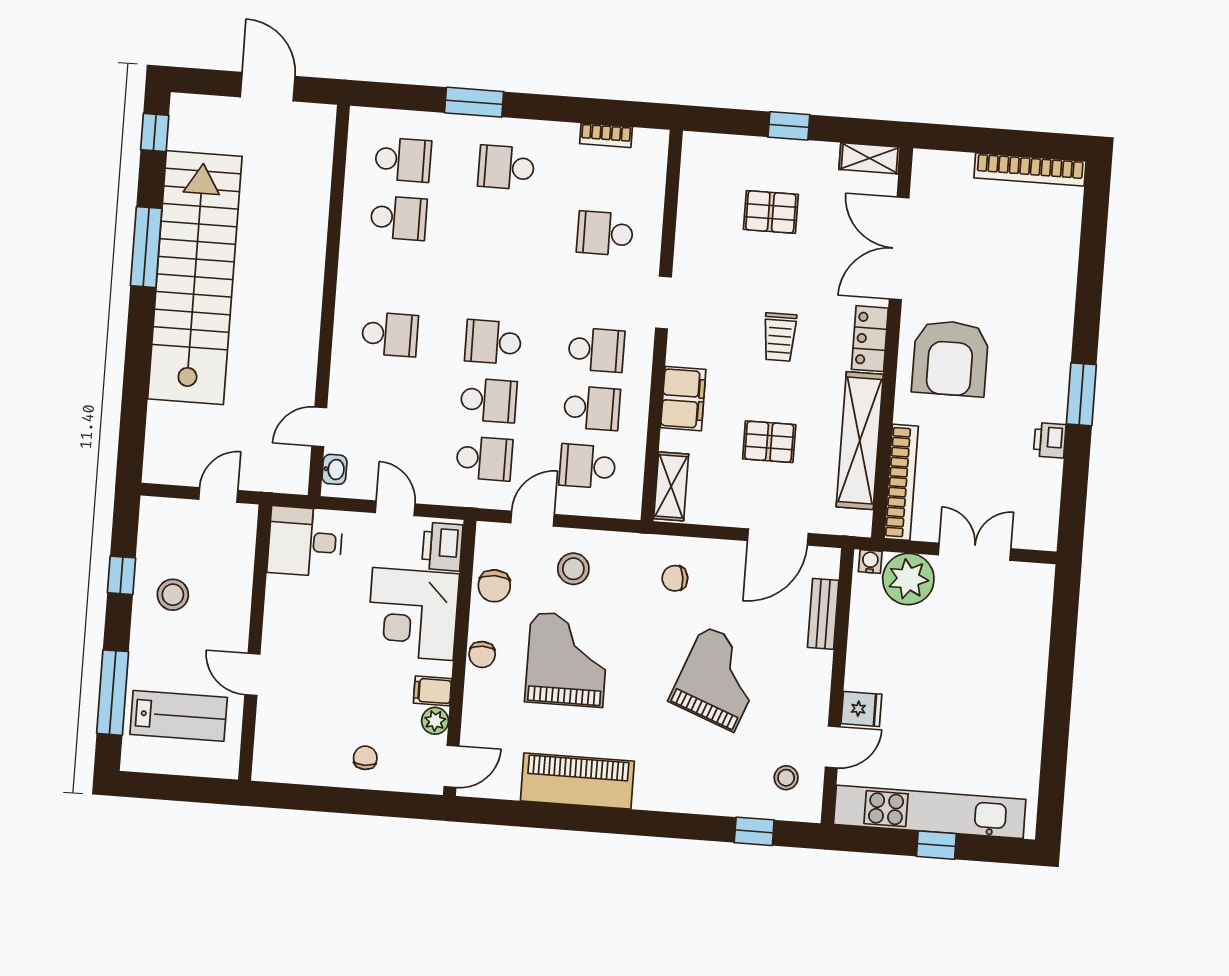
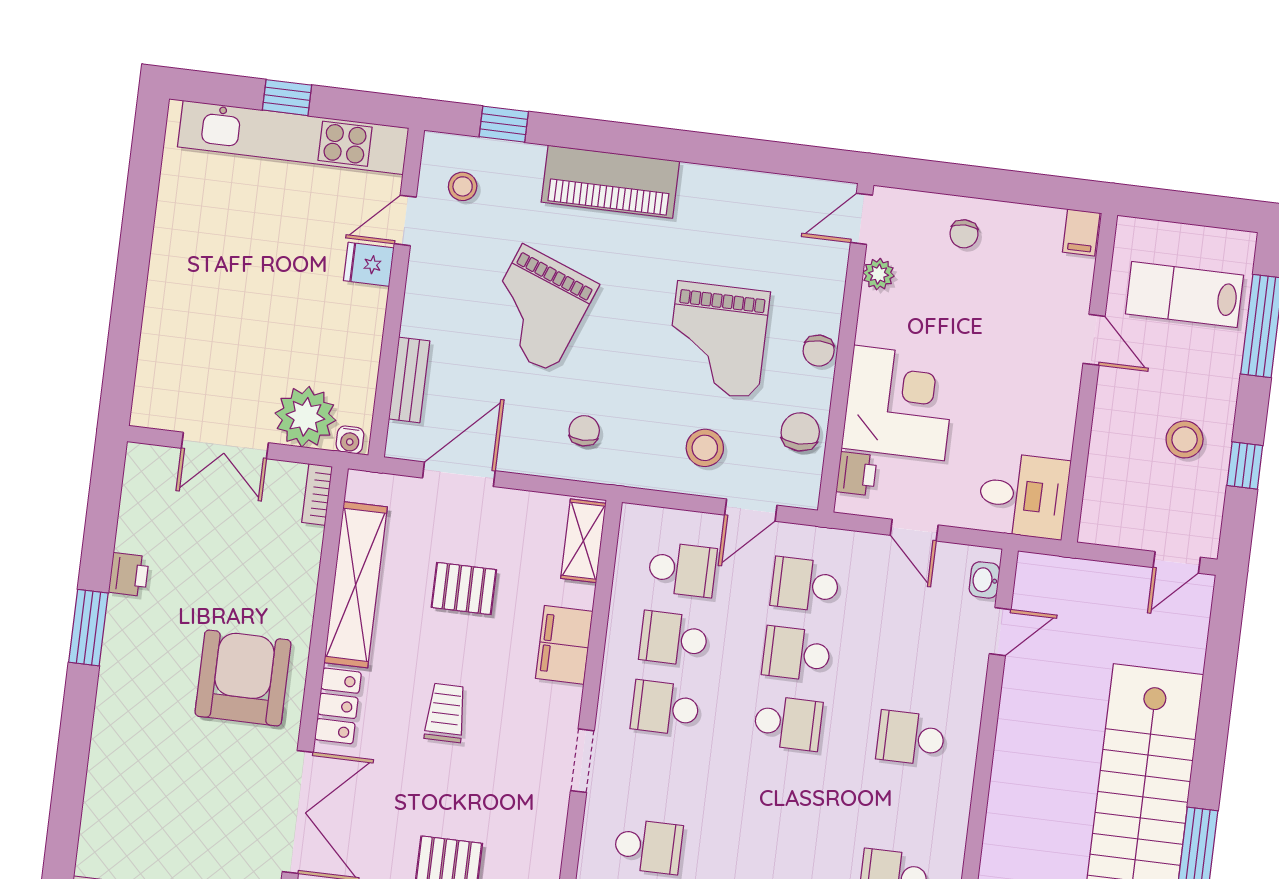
bookcase: (901, 482) -> (317, 494), width x0.43, depth x0.76
door: (218, 495) -> (1177, 562), moved
printer: (442, 547) -> (857, 474), width x0.73, depth x0.81
chair: (675, 578) -> (584, 431), turned -83
chair: (482, 655) -> (819, 351), turned 180
filing cabinet: (432, 691) -> (1081, 232), moved, turned 90
piano: (577, 781) -> (610, 182), moved

